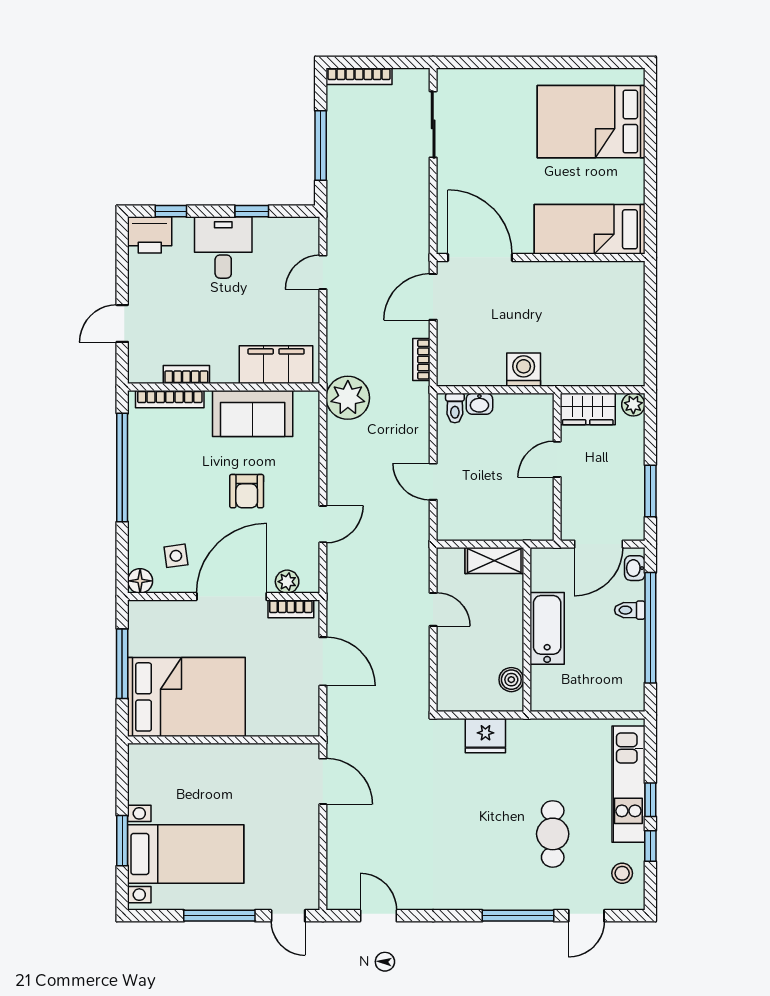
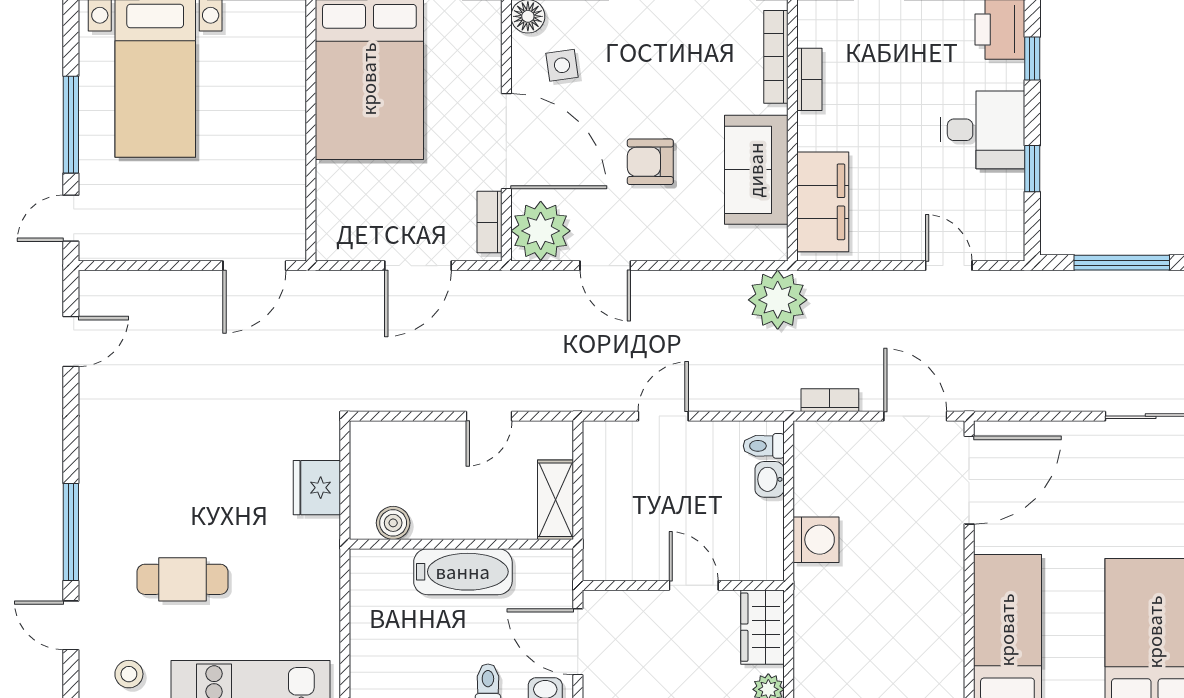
plant: (287, 582) -> (541, 231), width x1.87, depth x1.87

